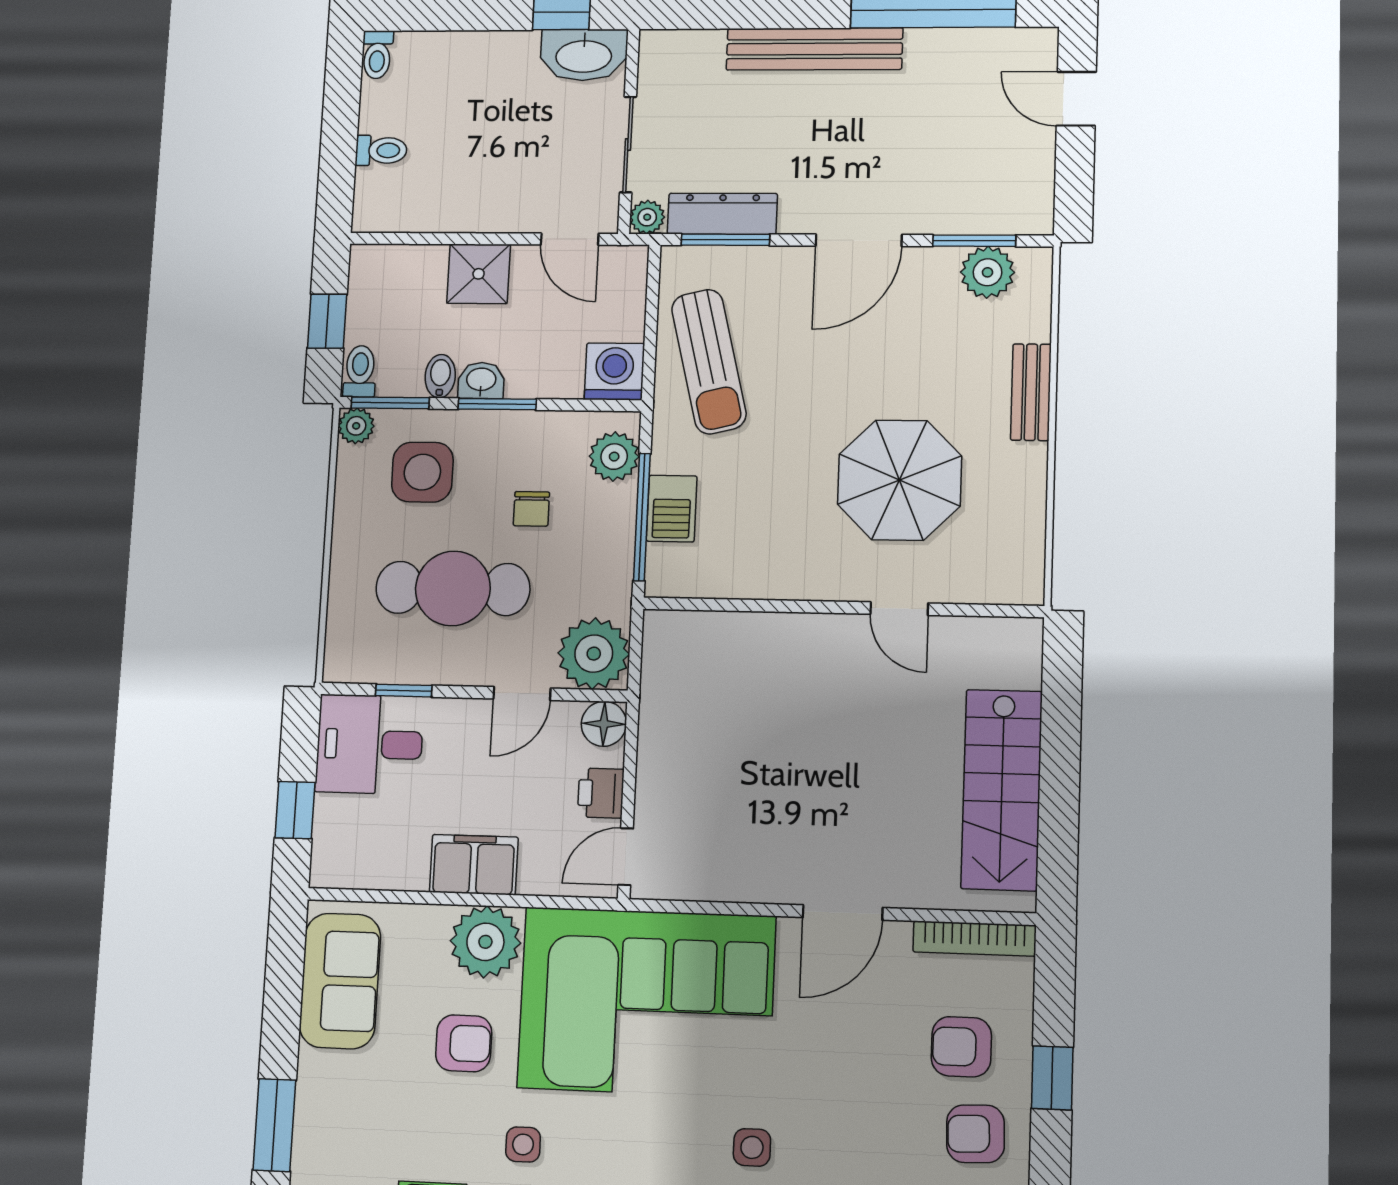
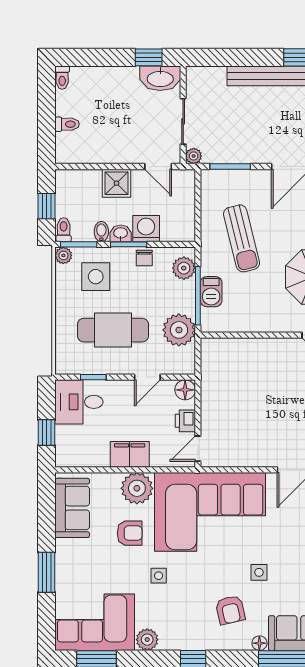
dresser: (722, 214) -> (228, 154), removed
sun lounger: (709, 362) -> (242, 238), moved
washing machine: (614, 372) -> (146, 229), moved
chair: (531, 509) -> (144, 258), moved
plant: (594, 654) -> (179, 330), moved

